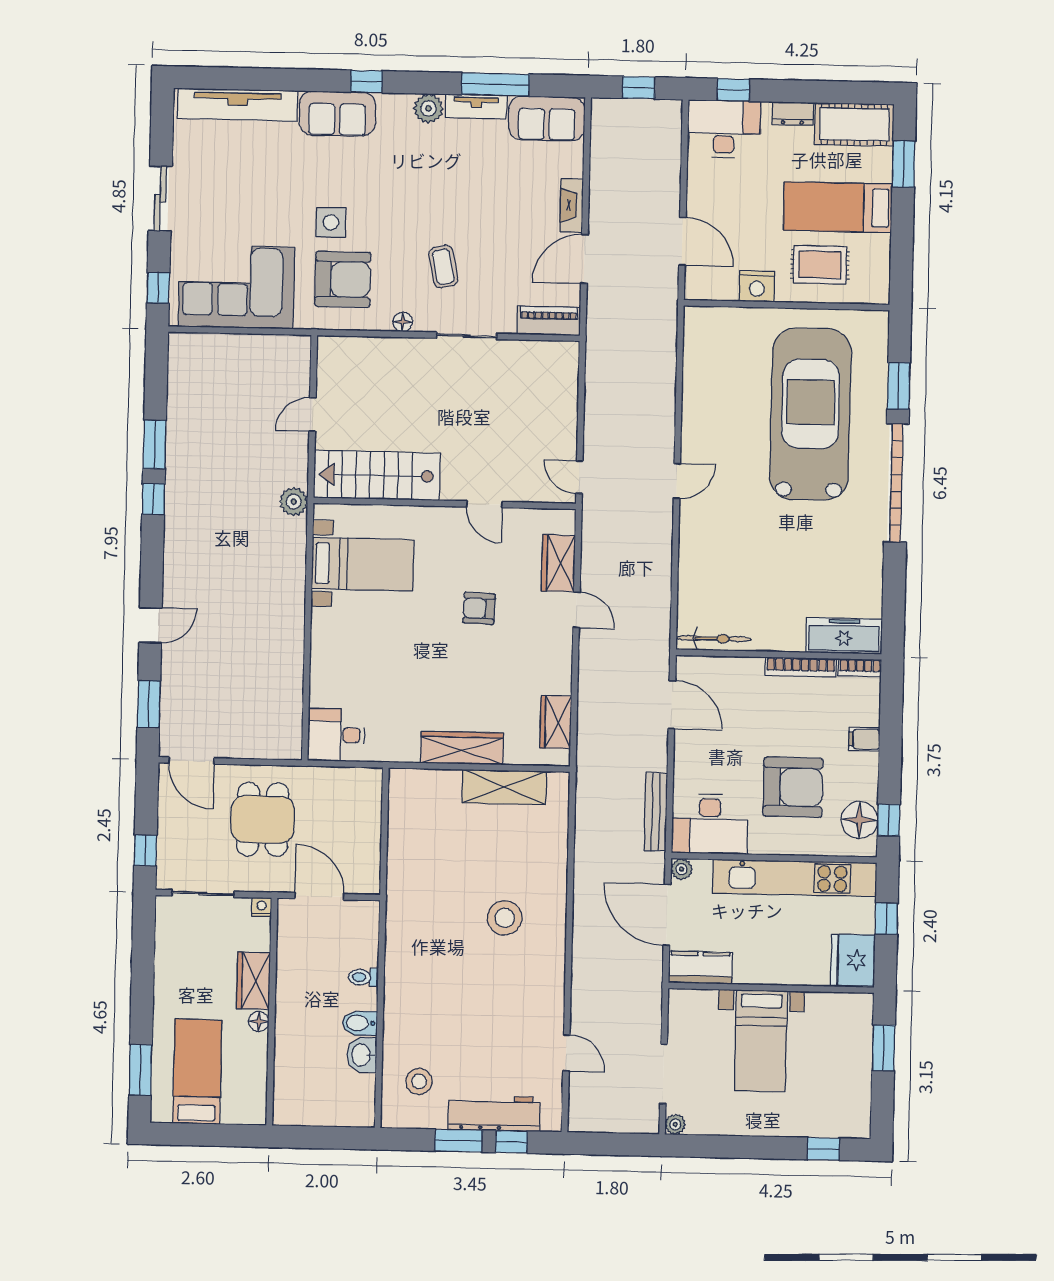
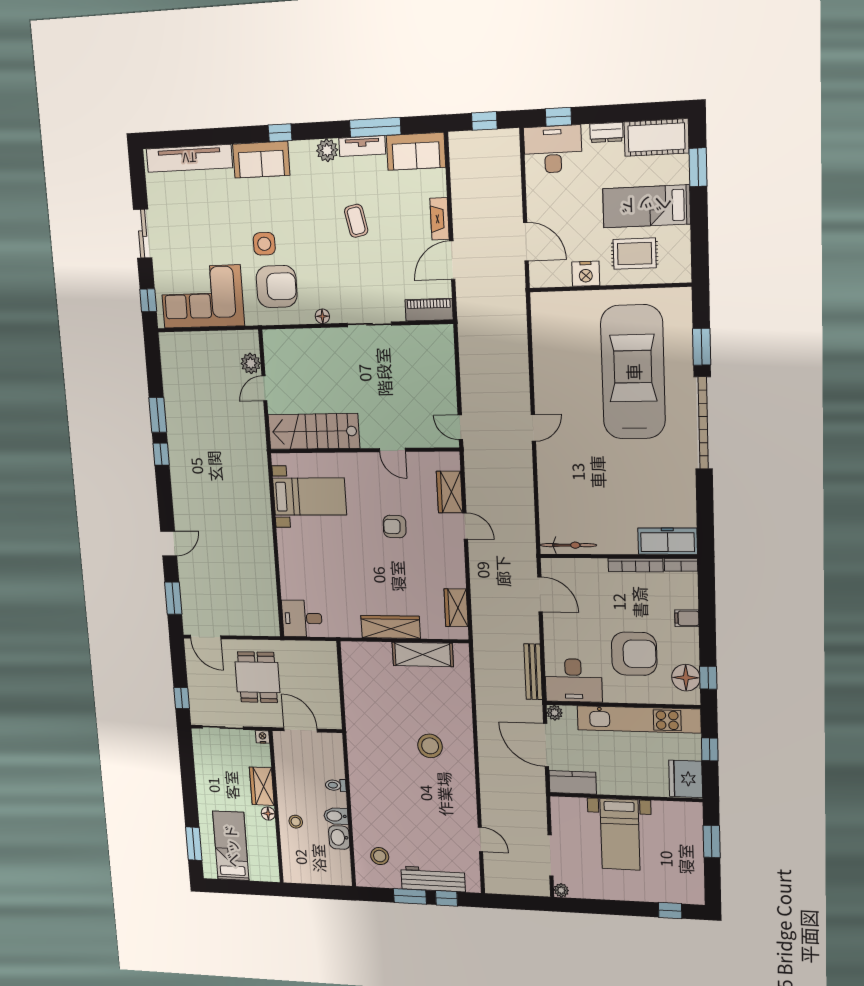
coffee table: (443, 267) -> (356, 221), moved
plant: (294, 502) -> (251, 363), moved
stool: (299, 1033) -> (296, 822), added

